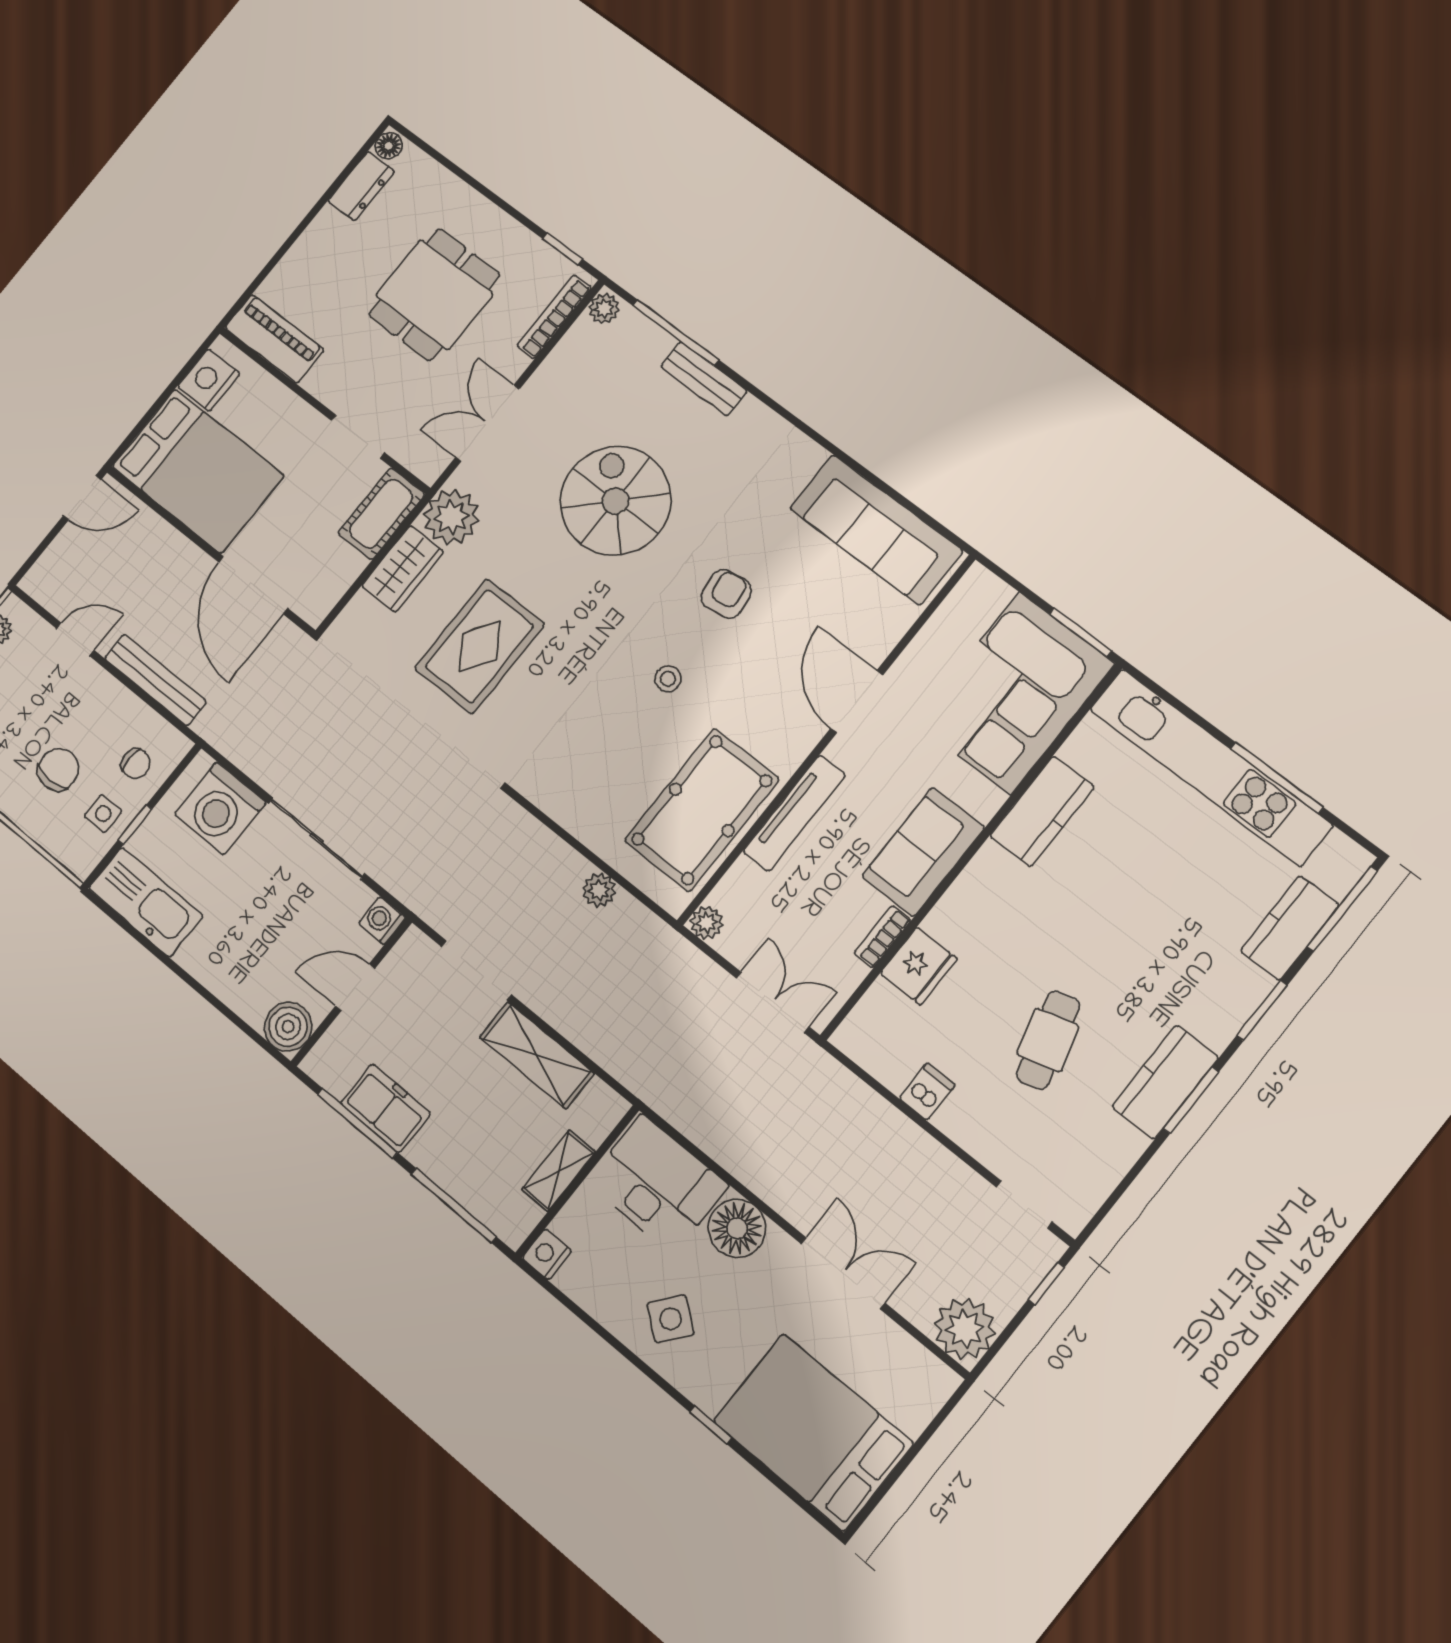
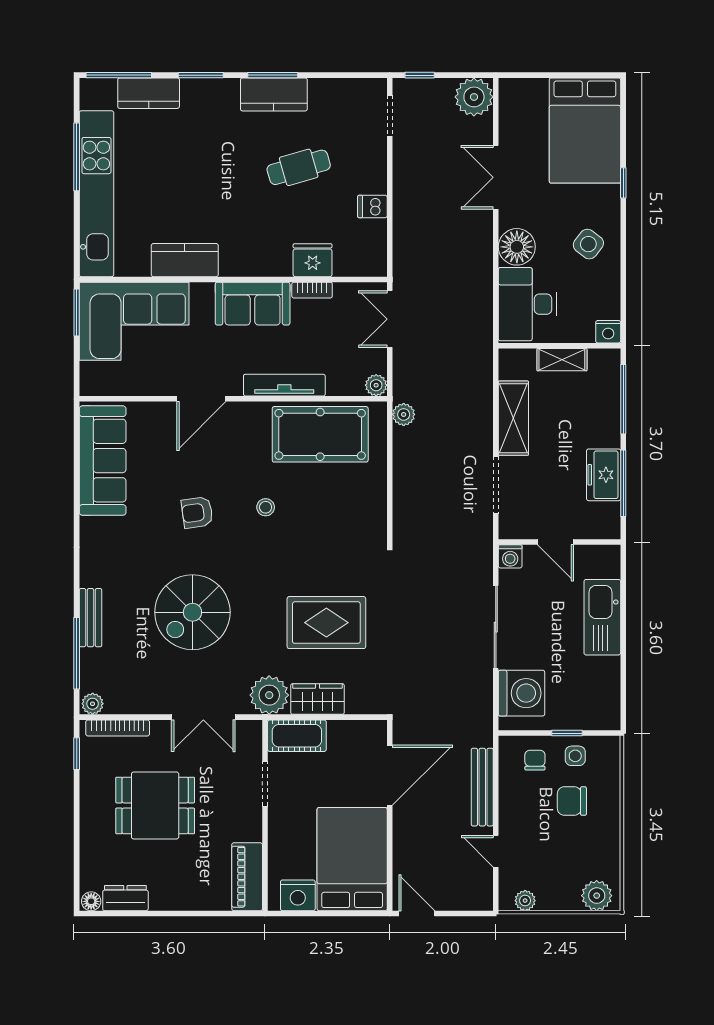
plant: (599, 890) -> (404, 414), moved
kitchen sink: (146, 902) -> (602, 617), moved
boiler: (288, 1027) -> (604, 561), removed

